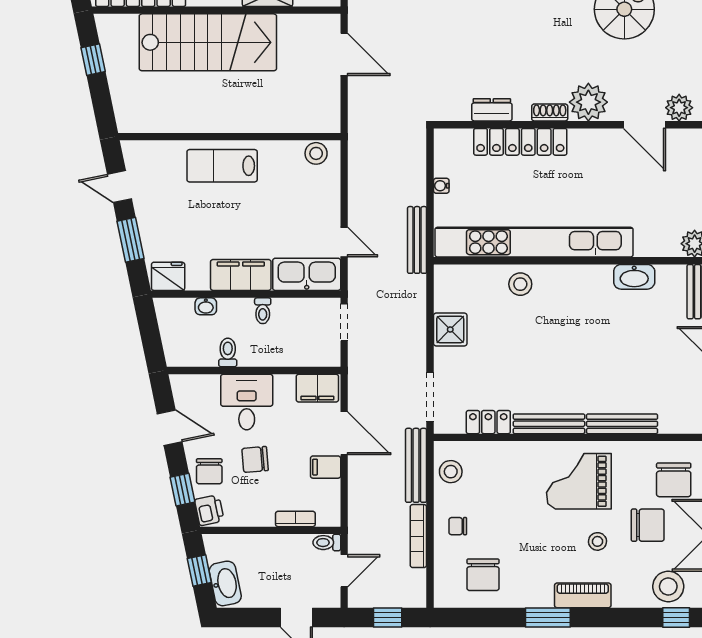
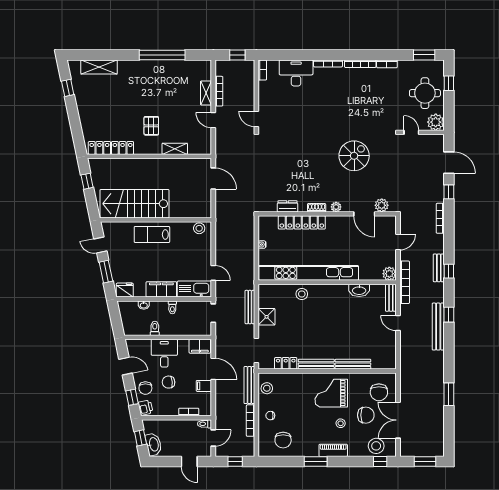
stairs: (208, 42) -> (134, 204), moved, turned 180
plant: (588, 102) -> (336, 207), width x0.53, depth x0.53
bench: (417, 240) -> (250, 307), moved

